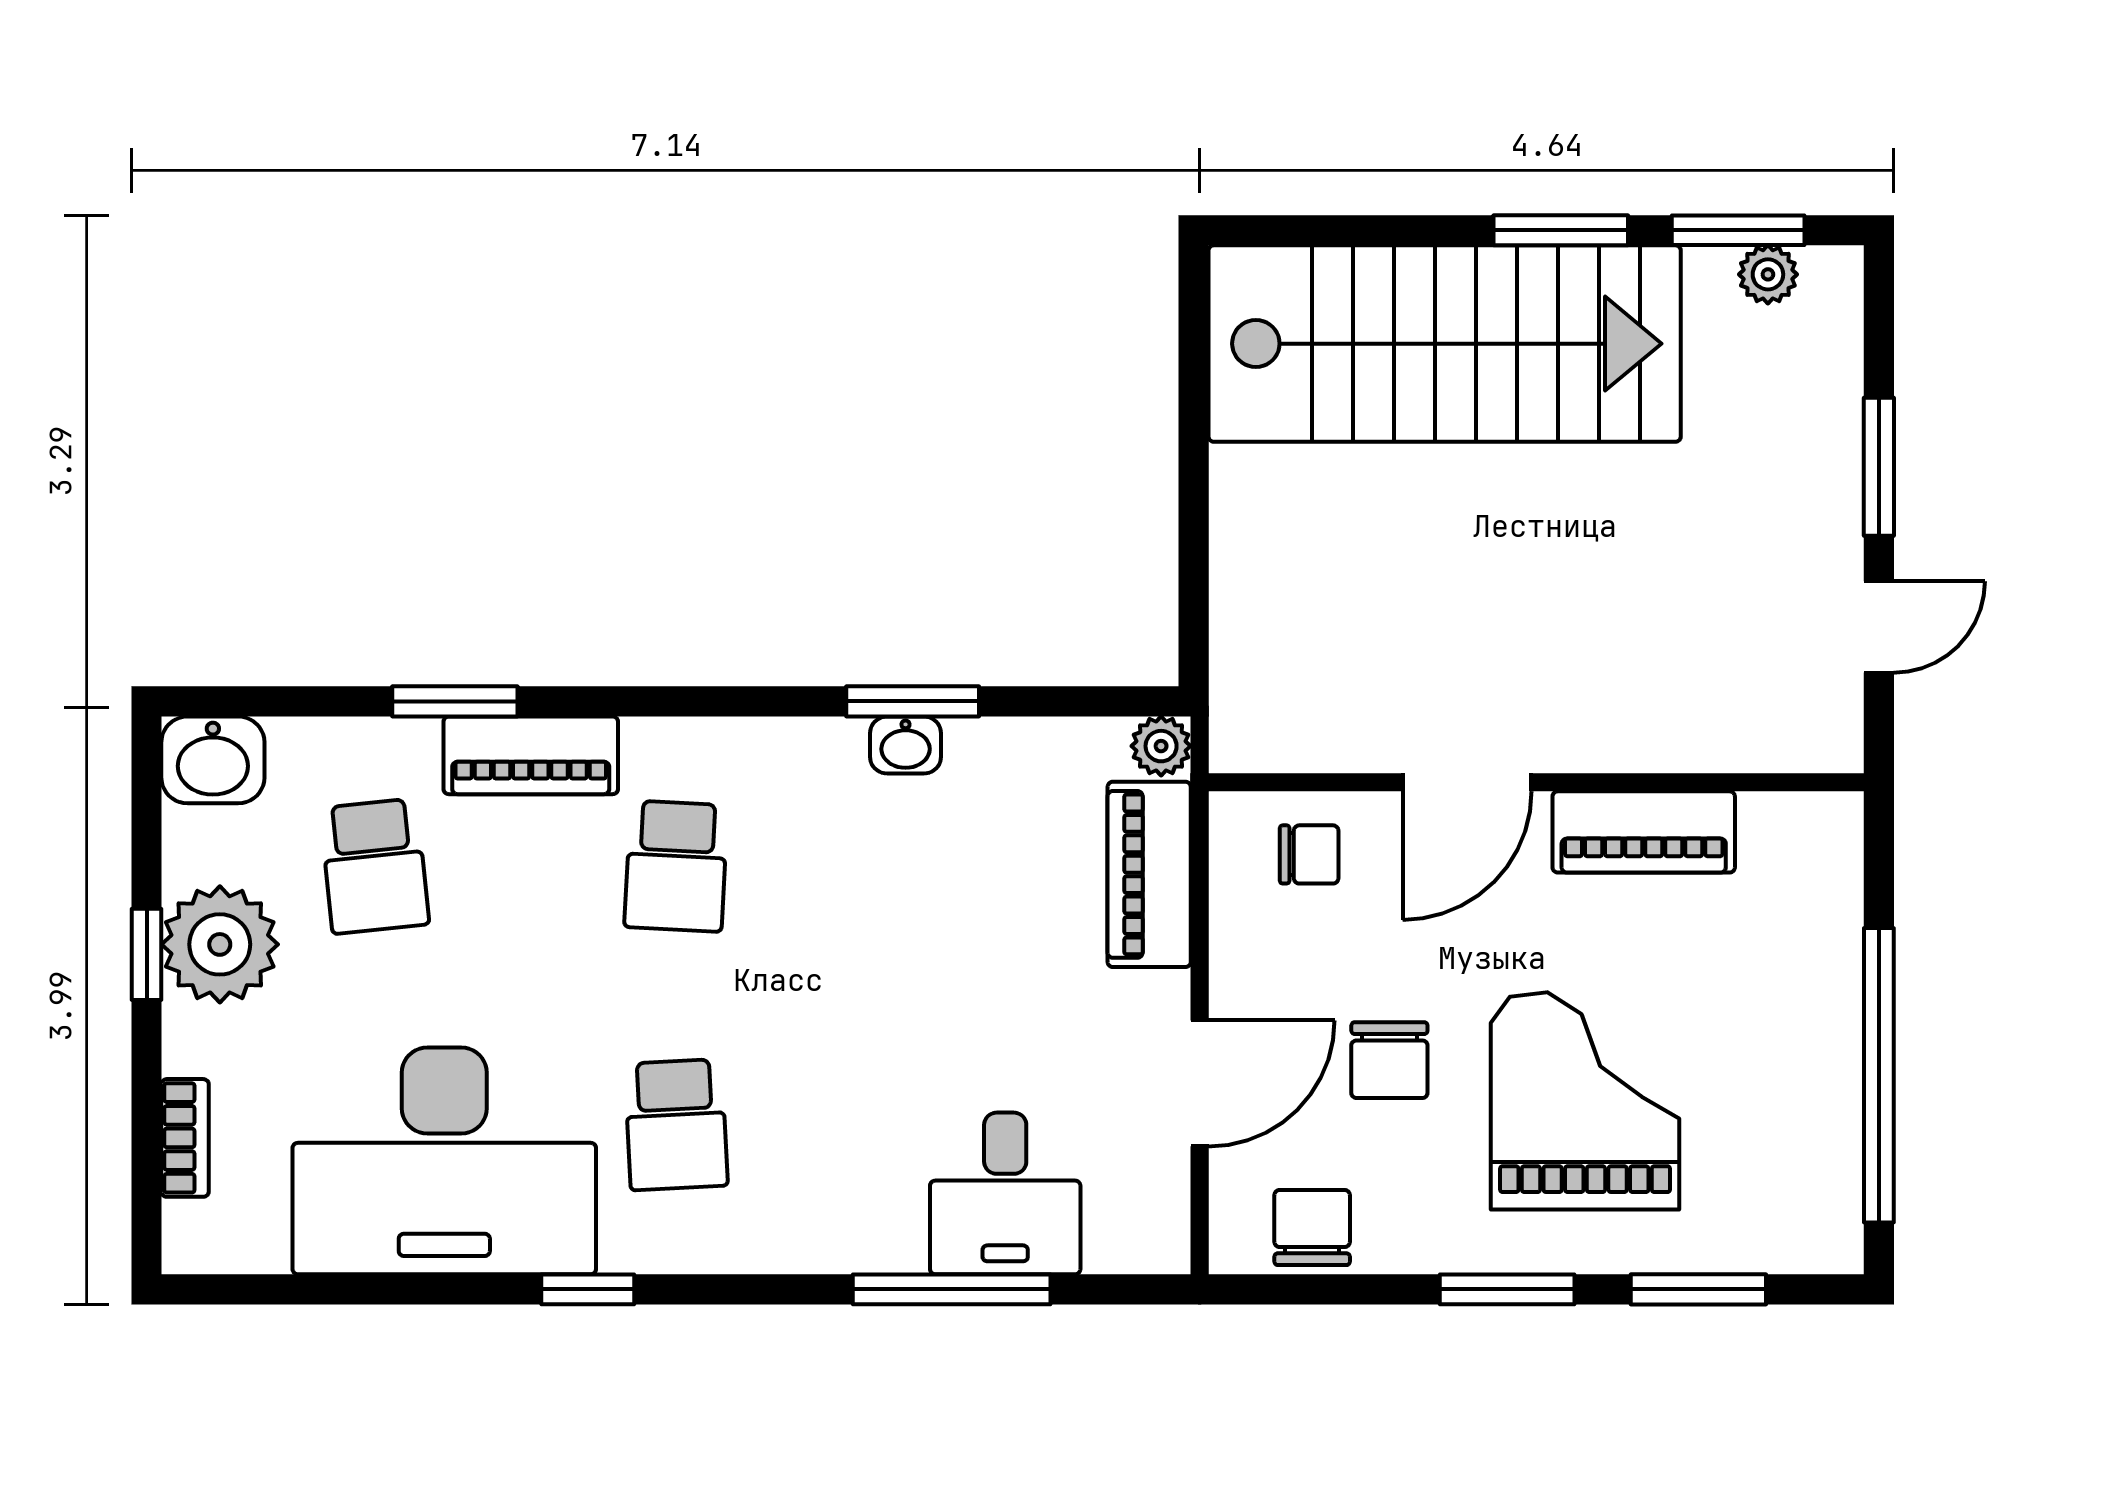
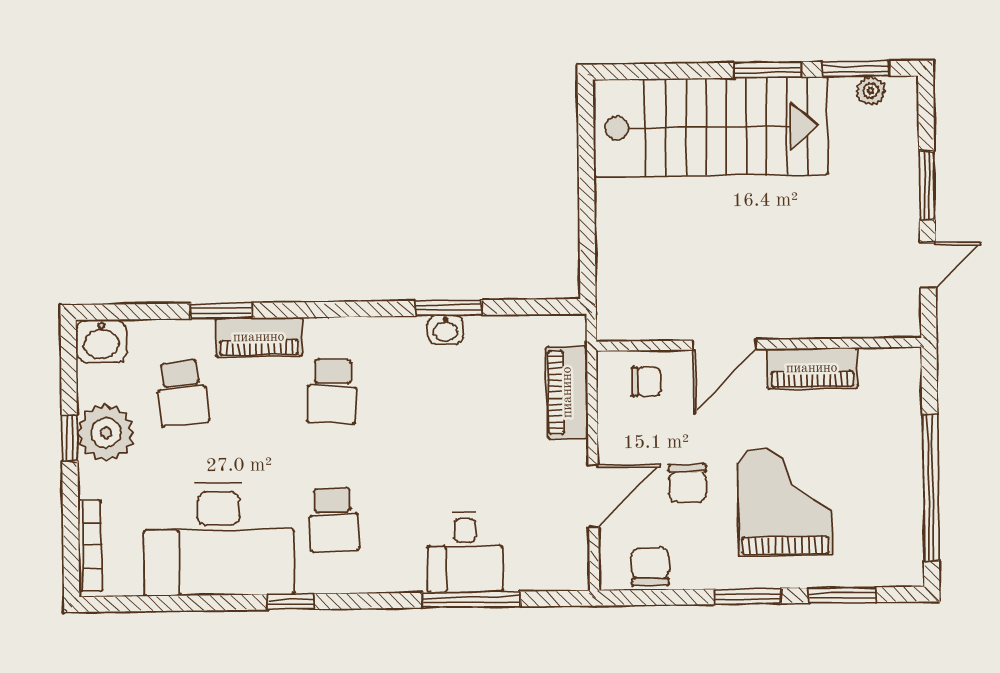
plant: (1161, 746) -> (572, 329), removed
bookcase: (185, 1138) -> (90, 546), width x1.56
desk: (1005, 1193) -> (465, 552), moved

